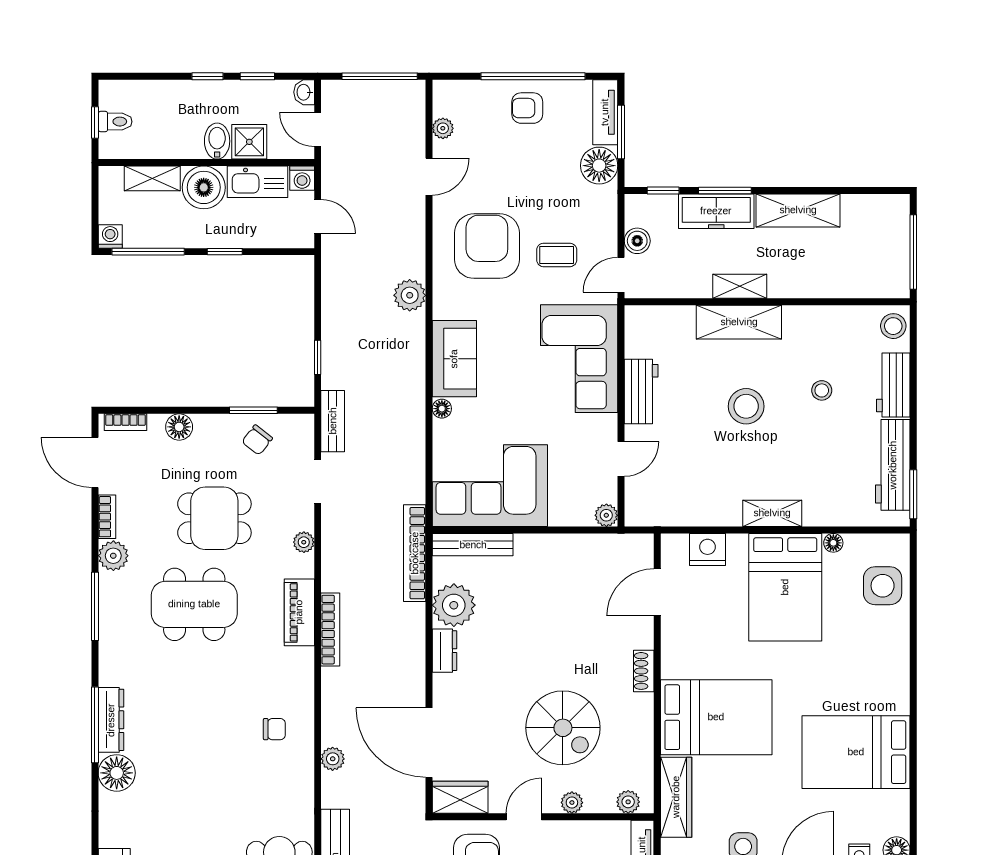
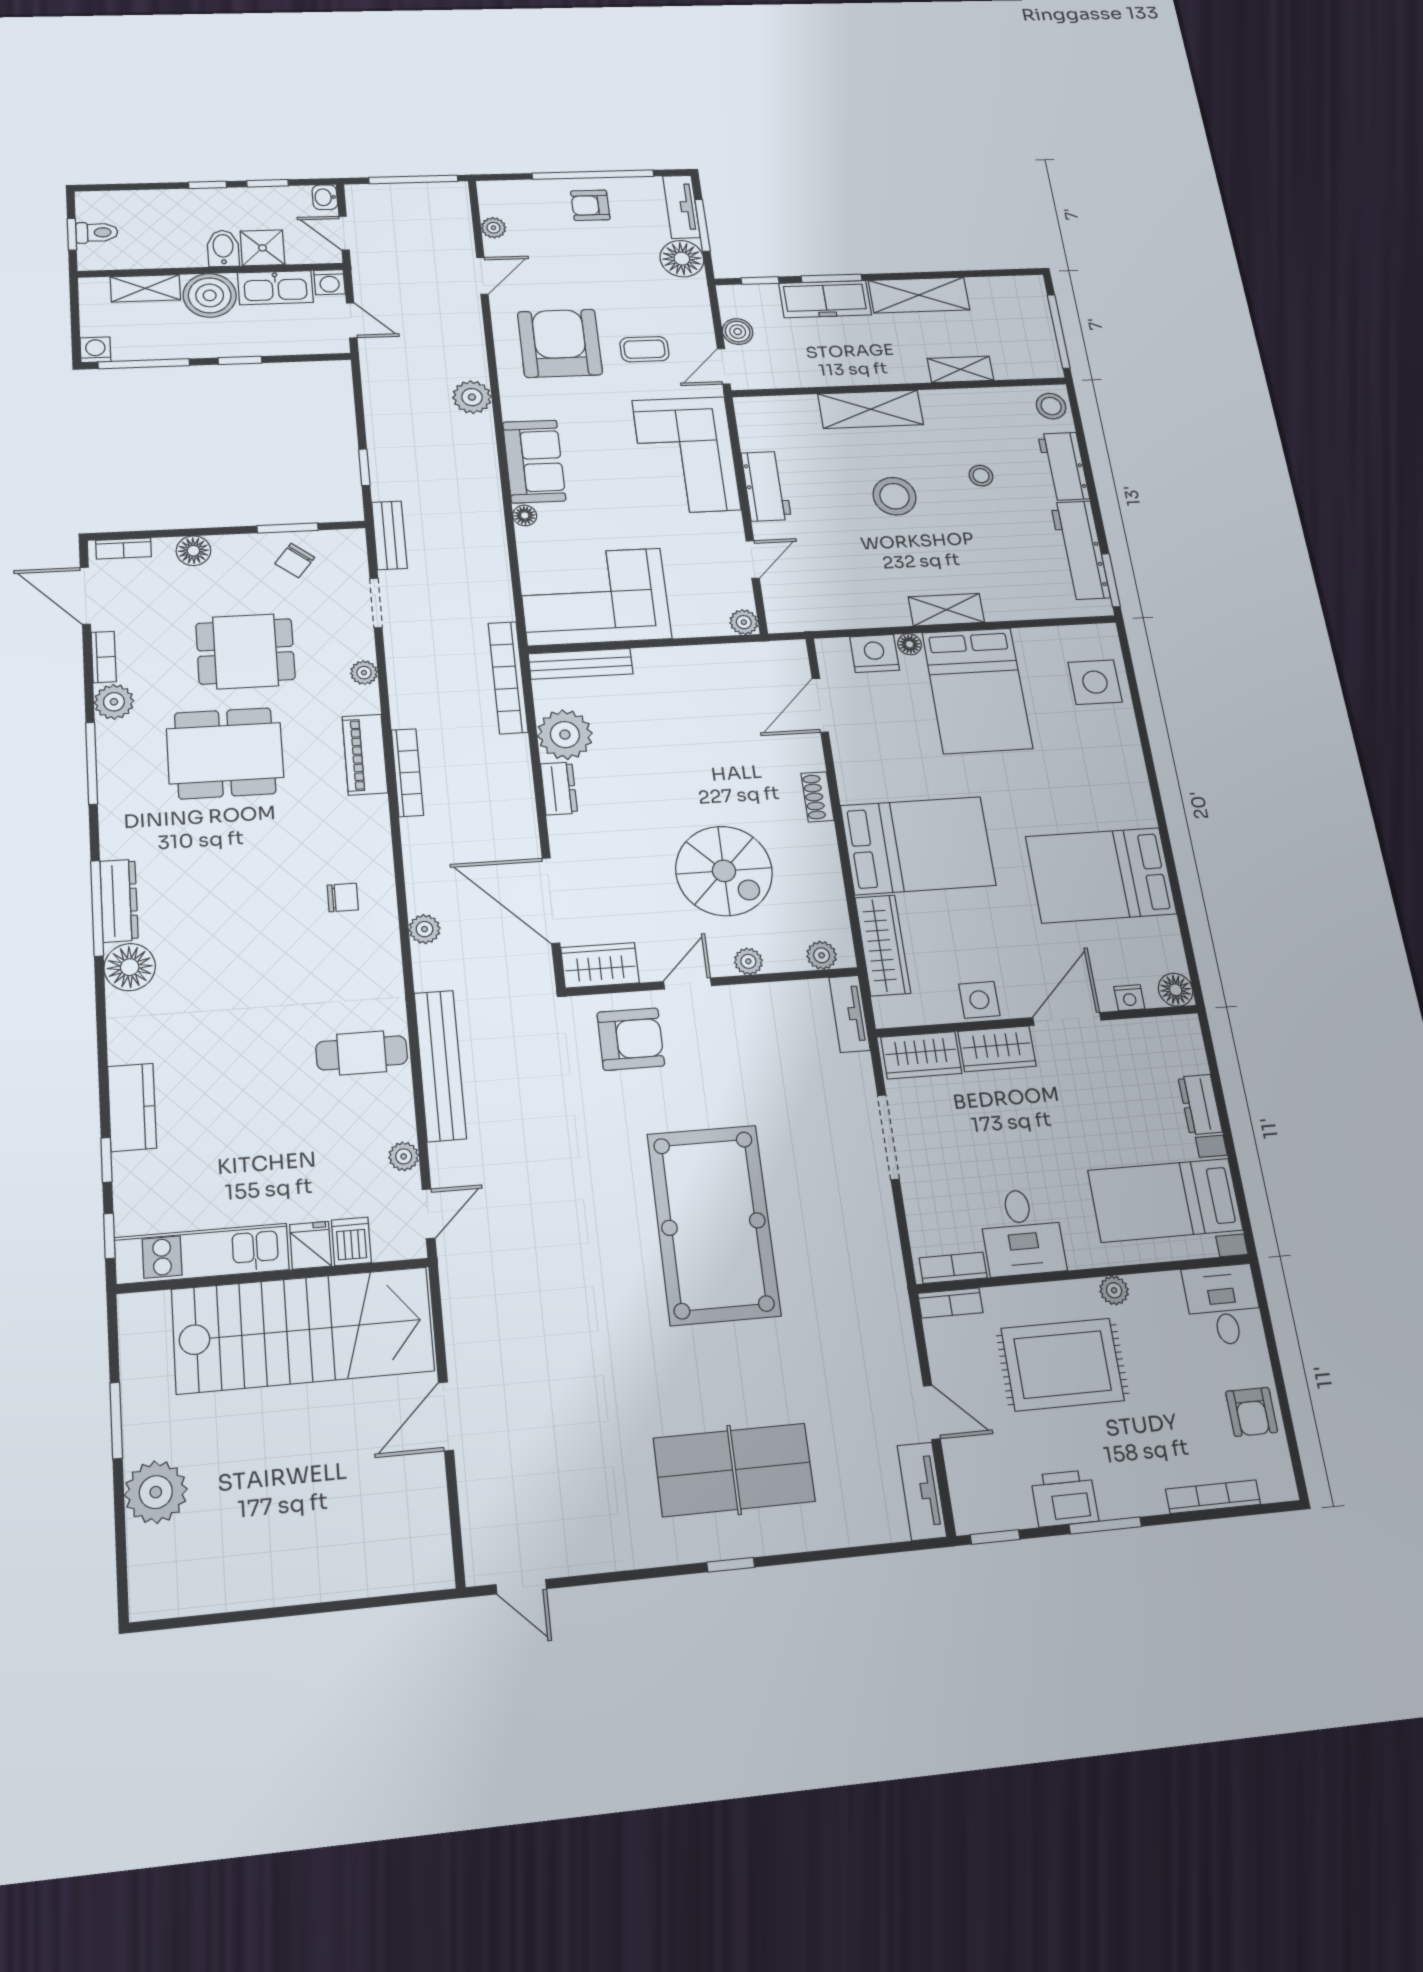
shelving: (740, 286) -> (960, 369), moved
floor lamp: (833, 543) -> (910, 644), moved

